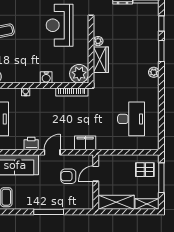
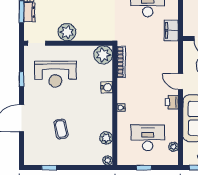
plant: (98, 41) -> (67, 32), width x1.88, depth x1.88
wardrobe: (101, 60) -> (89, 33), removed
filing cabinet: (85, 143) -> (171, 30), moved

